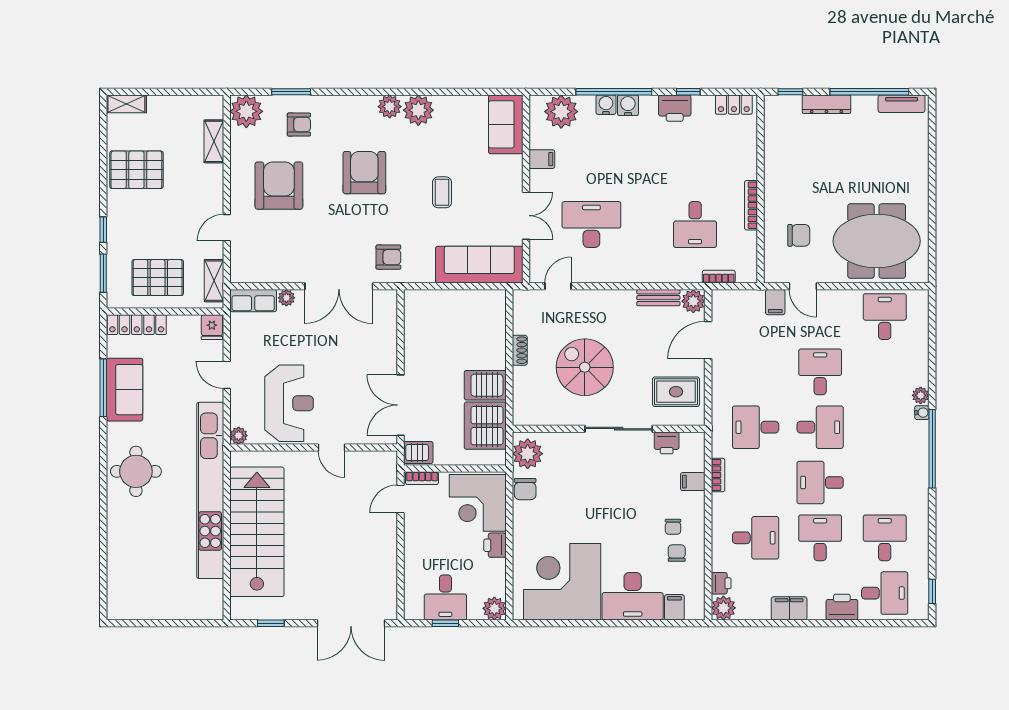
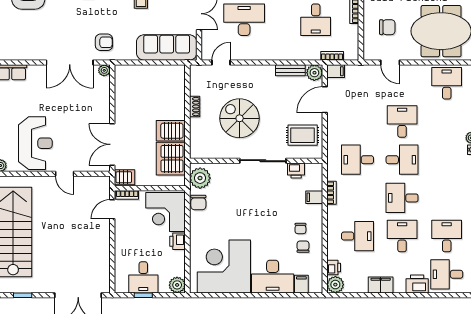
plant: (286, 298) -> (104, 70), moved
filing cabinet: (775, 302) -> (336, 71), moved, turned -90
desk: (885, 593) -> (447, 274), turned 180

